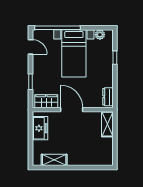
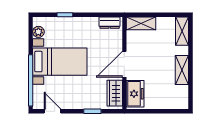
door: (31, 47) -> (52, 111), hinge flipped
freezer: (40, 128) -> (135, 94), moved, turned 90
shelving: (54, 160) -> (182, 70), moved
shelving: (101, 160) -> (182, 31), added

